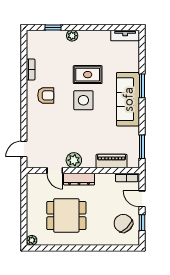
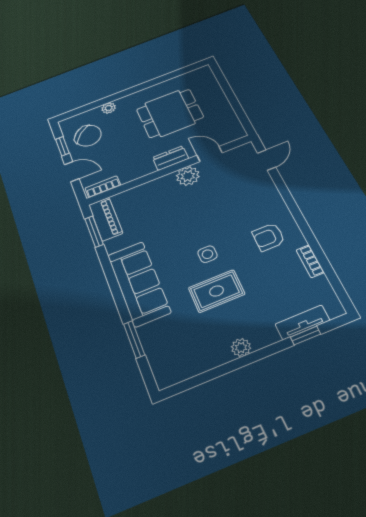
plant: (72, 36) -> (241, 347), moved
tv unit: (125, 36) -> (302, 322), moved
window: (142, 86) -> (134, 339), moved
side table: (83, 100) -> (207, 254), width x0.54, depth x0.54
piano: (112, 161) -> (106, 219), moved, turned -90
dresser: (79, 179) -> (170, 158), width x0.70
plant: (32, 240) -> (109, 108), moved

